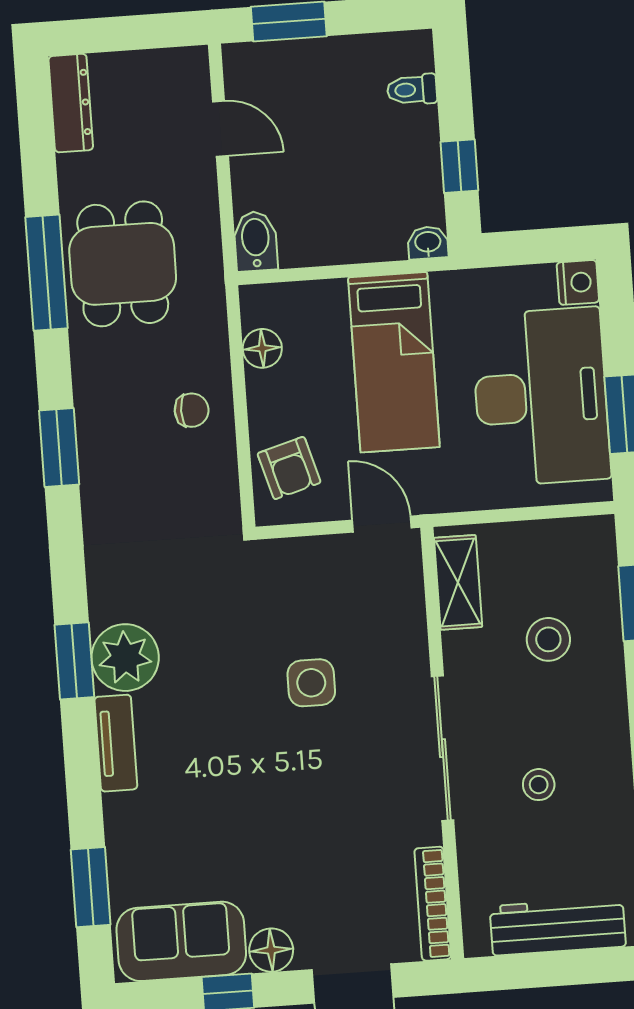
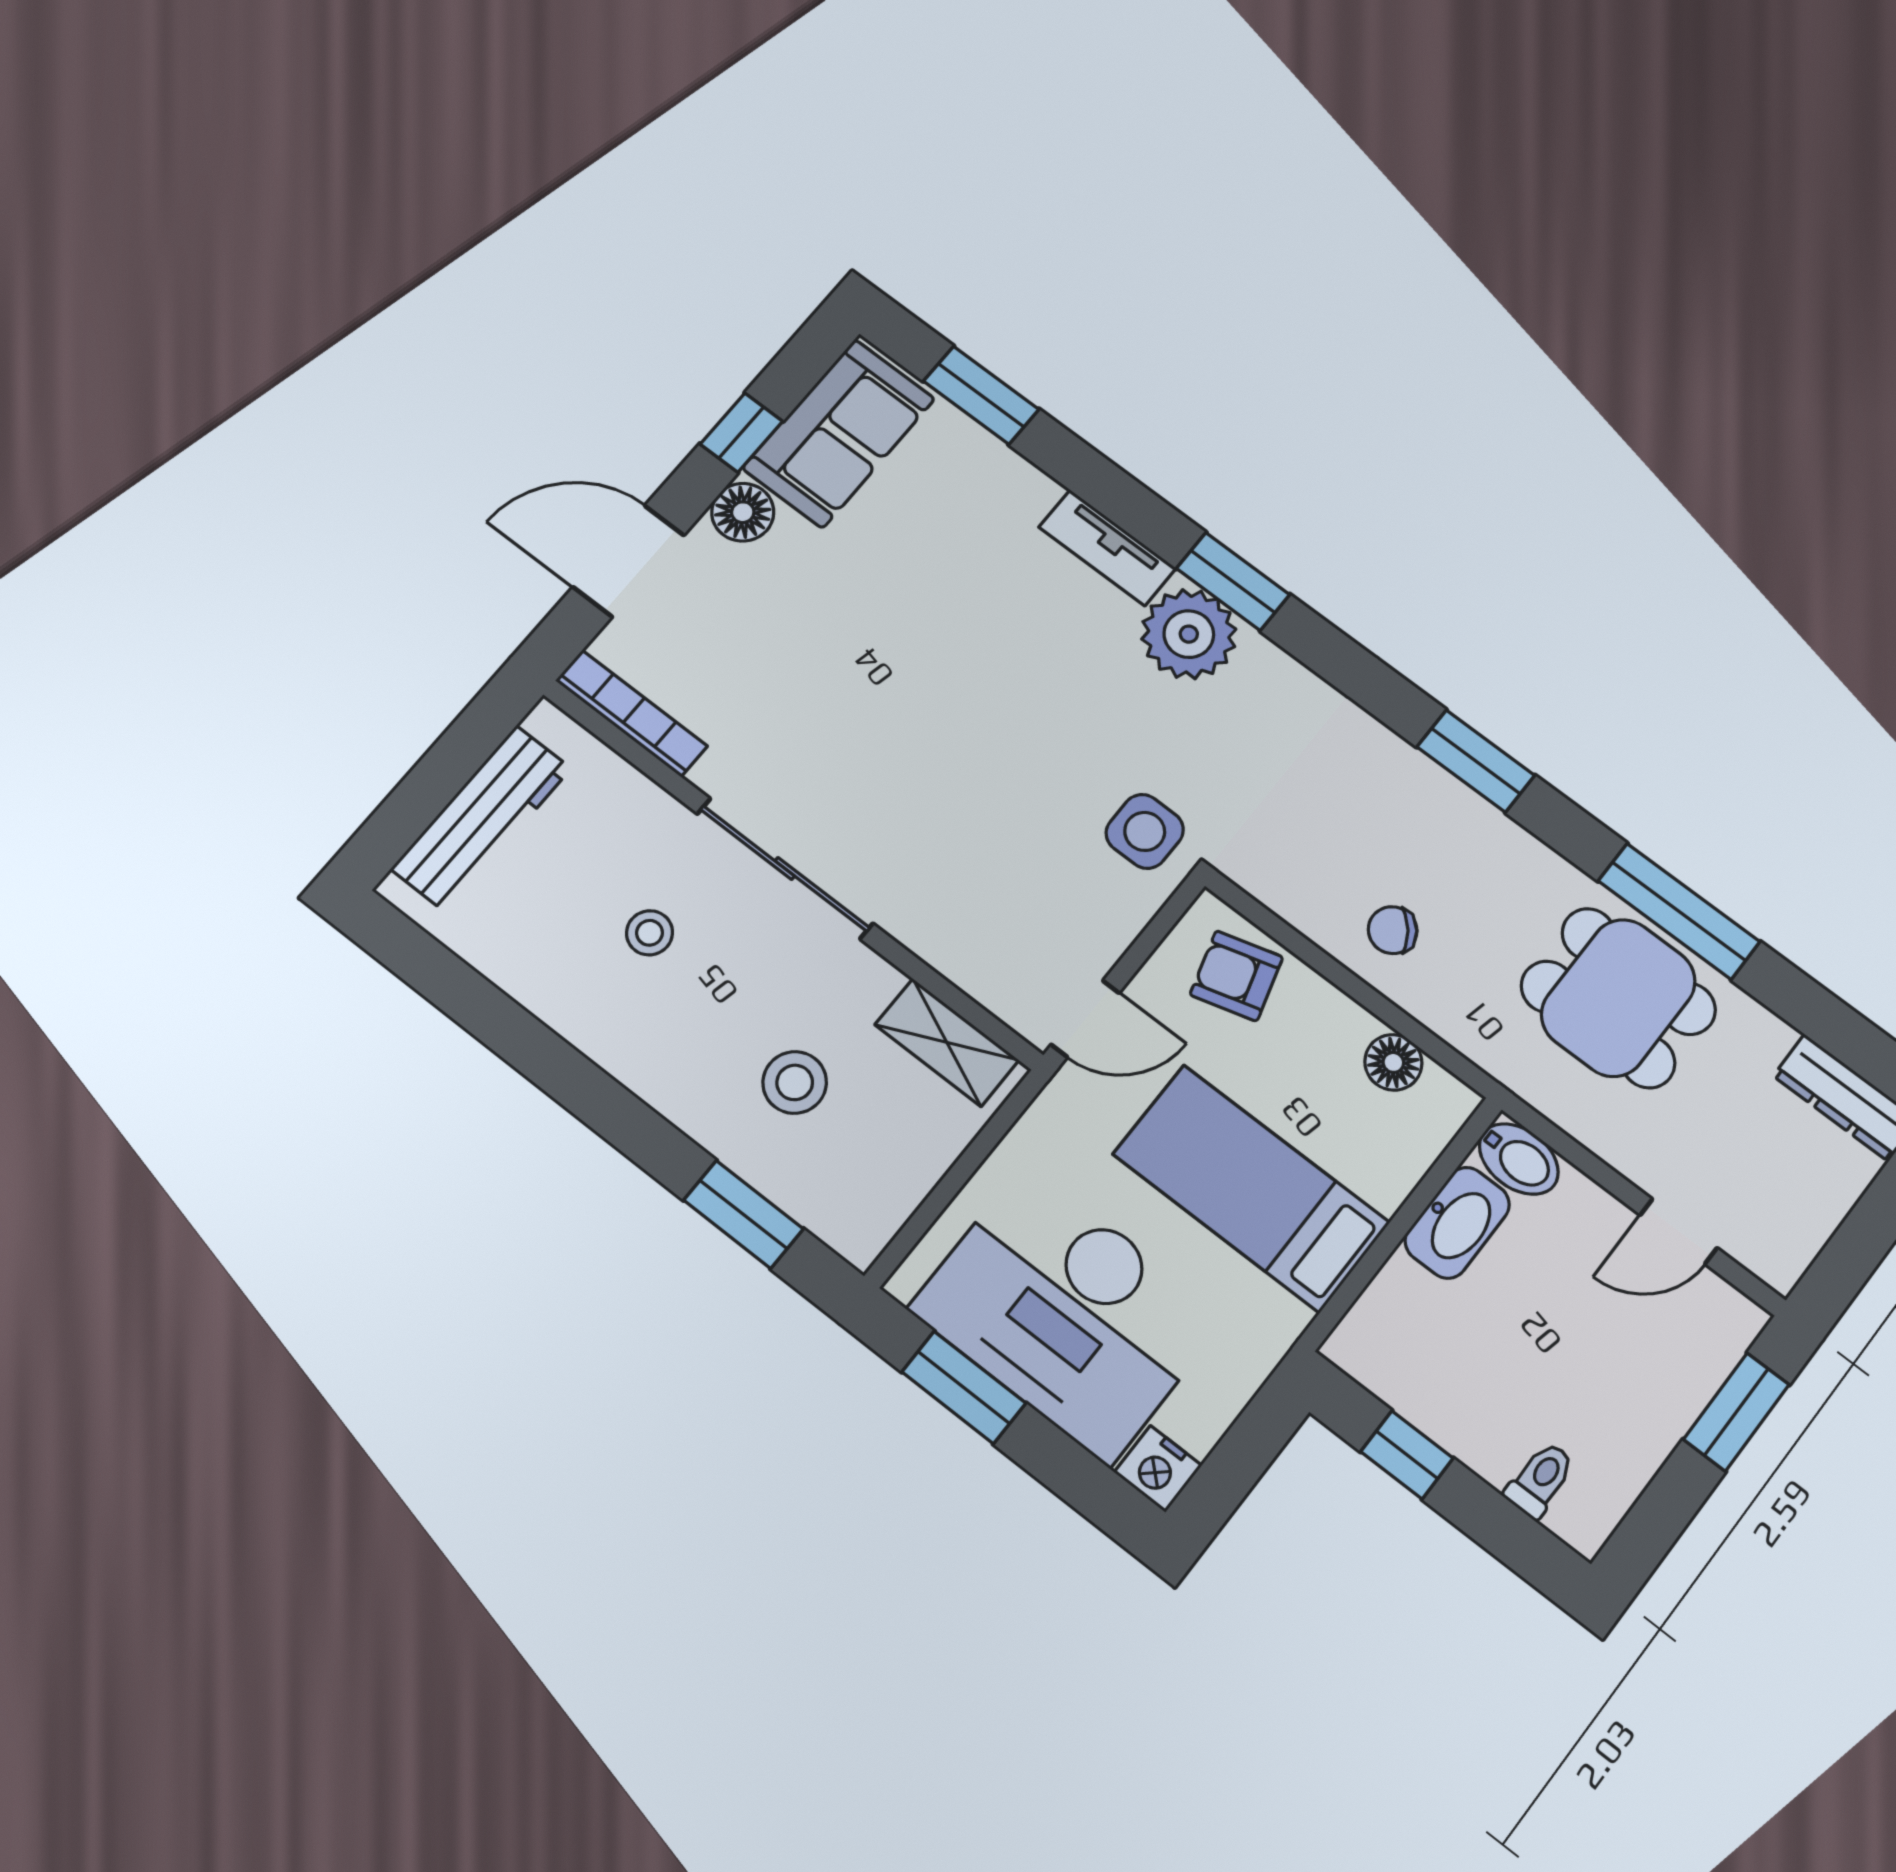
washbasin: (428, 243) -> (1457, 1223), moved, width x1.91, depth x1.45
chair: (192, 410) -> (1393, 930), turned 53
side table: (311, 683) -> (1145, 831), moved

